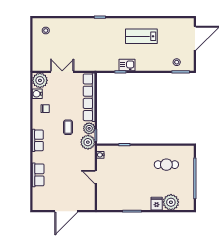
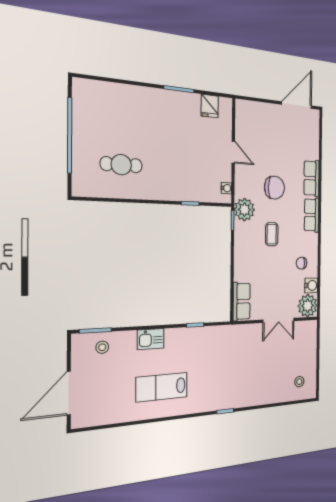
lab bench: (141, 36) -> (162, 387), turned 180
kitchen sink: (127, 65) -> (151, 339), moved
row of seats: (89, 97) -> (242, 301), width x0.50
plant: (89, 128) -> (242, 232), removed
chair: (66, 157) -> (274, 188), added
row of seats: (38, 175) -> (312, 178), moved
plant: (171, 202) -> (114, 97), removed
fridge: (157, 204) -> (210, 106), moved
door: (66, 211) -> (297, 105), moved

